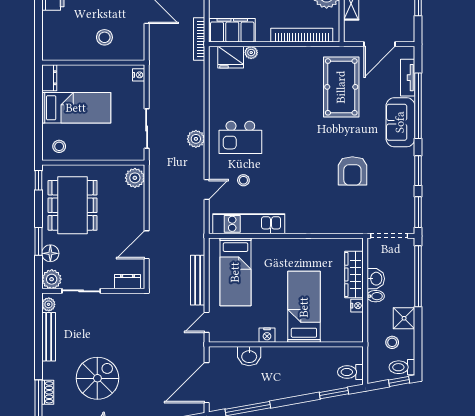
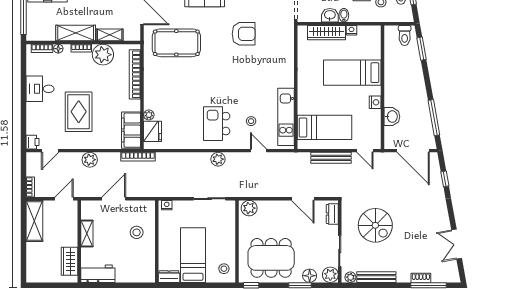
kitchen island: (240, 137) -> (217, 124), turned 180
spiral stairs: (97, 378) -> (375, 225), moved, turned 180

